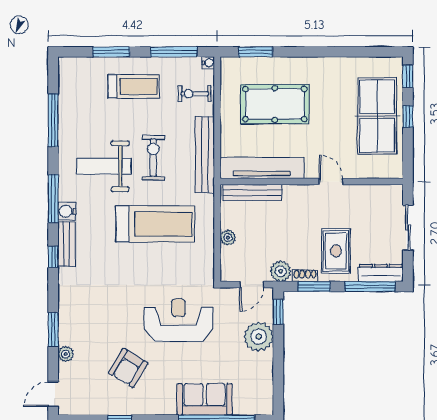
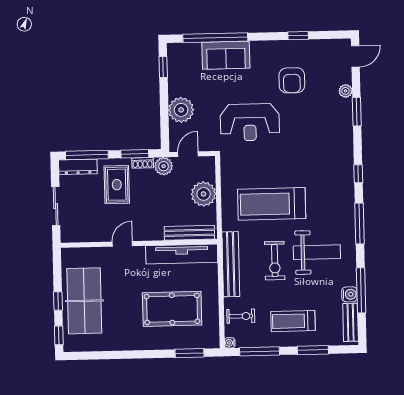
door: (331, 182) -> (122, 244), swing flipped
water cooler: (67, 211) -> (349, 294), moved
plant: (228, 238) -> (204, 194), width x1.87, depth x1.87
bench: (66, 244) -> (351, 322), moved
window: (278, 312) -> (163, 67), moved
armchair: (128, 368) -> (292, 80), turned 149

